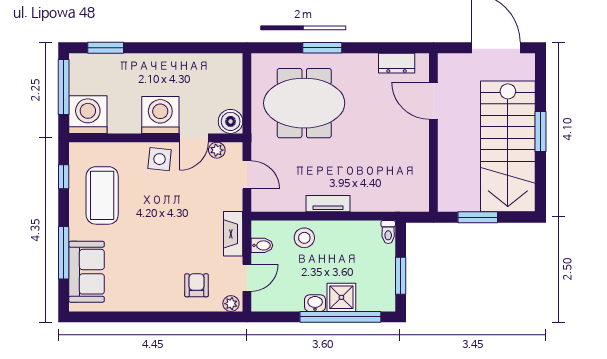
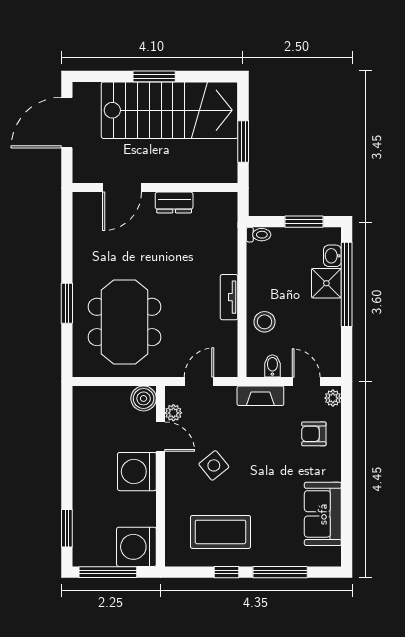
dresser: (397, 63) -> (174, 202), moved, turned 90
side table: (160, 159) -> (214, 465), moved, turned 45
window: (64, 177) -> (227, 572), moved
sofa: (87, 272) -> (323, 514), moved, turned -90
washbasin: (315, 303) -> (332, 256), moved

